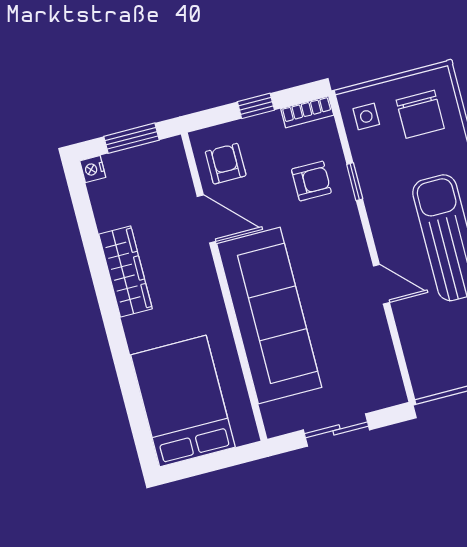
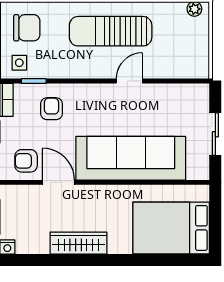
window: (355, 182) -> (34, 81), moved
door: (206, 219) -> (58, 182), hinge flipped

